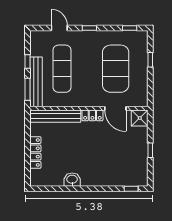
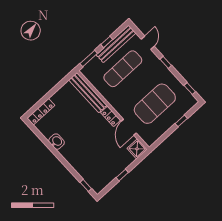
bench: (36, 82) -> (116, 44), moved
locker: (35, 152) -> (41, 112), moved

